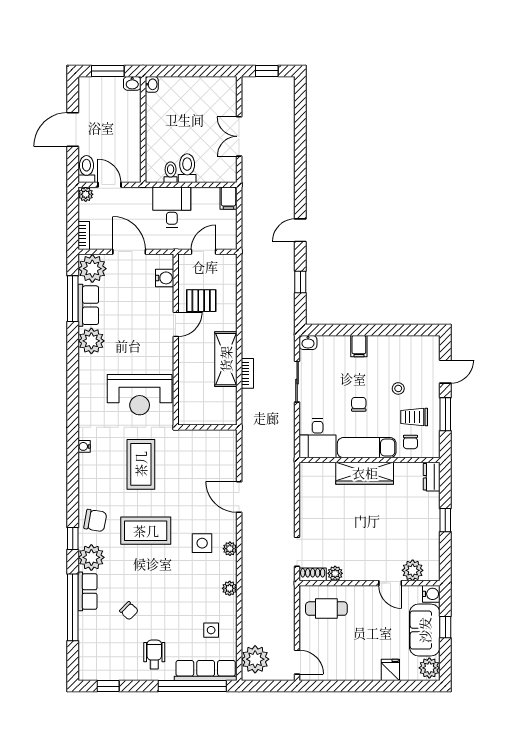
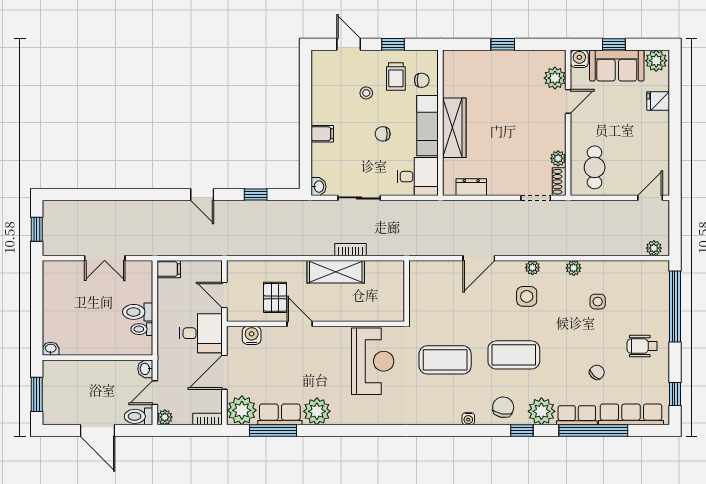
washbasin: (132, 83) -> (145, 369), moved, turned 180
desk: (172, 207) -> (201, 333), moved, turned 180
window: (445, 414) -> (393, 44), width x0.67
water cooler: (84, 446) -> (468, 419), moved
dresser: (432, 477) -> (471, 187), moved, turned 180
coffee table: (146, 531) -> (514, 355), turned 90
side table: (211, 630) -> (598, 302), moved
plant: (255, 659) -> (654, 248), width x0.53, depth x0.53
row of seats: (206, 670) -> (631, 414), moved, turned 90

